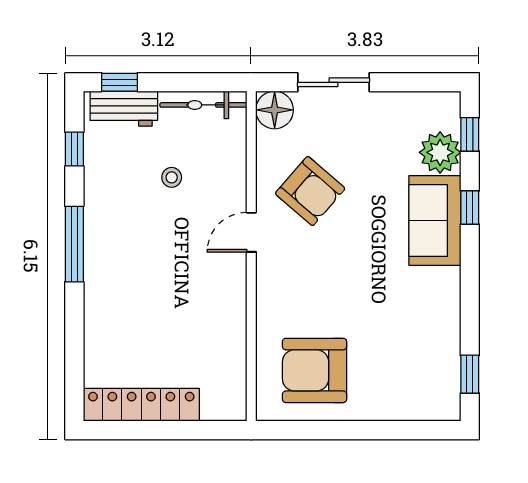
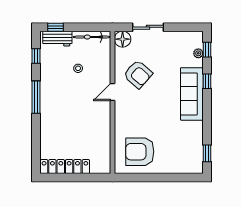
plant: (440, 152) -> (198, 53), width x0.53, depth x0.53
sofa: (435, 221) -> (192, 94), width x1.36

